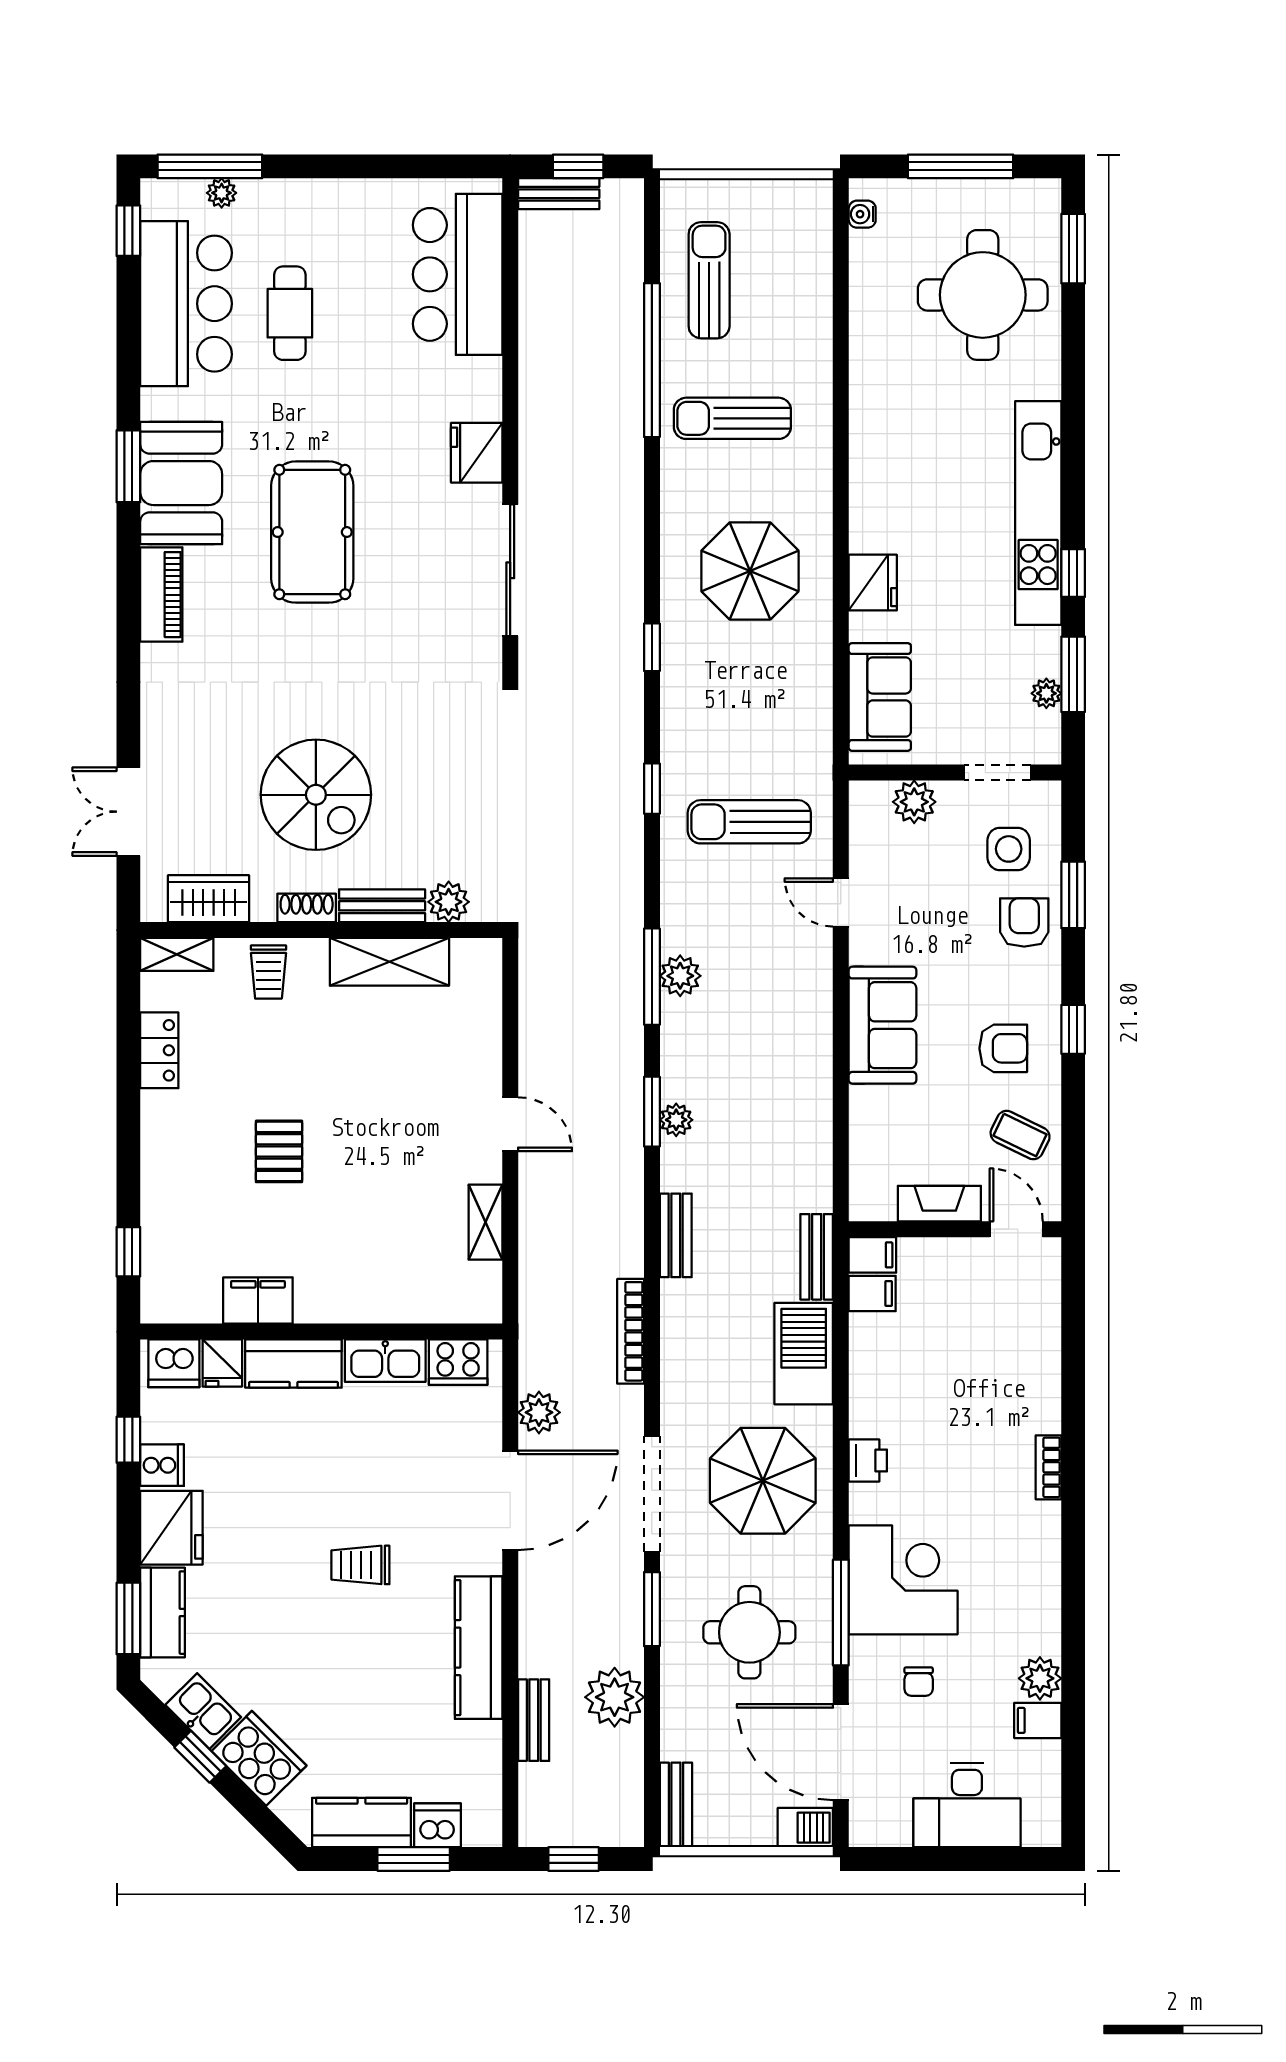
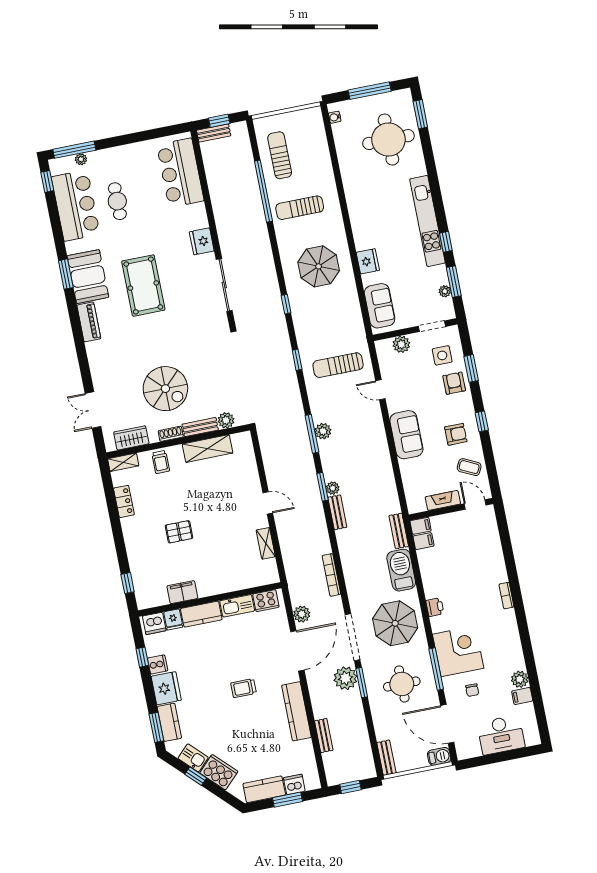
pallet: (279, 1151) -> (179, 532), turned 90
bench: (676, 1235) -> (337, 512), moved
plant: (615, 1697) -> (345, 678), moved

